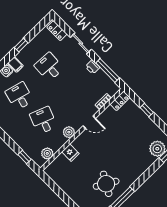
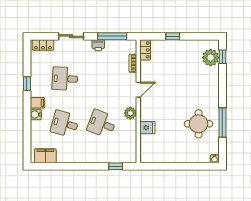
plant: (47, 153) -> (130, 146), removed
round table: (106, 184) -> (199, 124), turned -30

